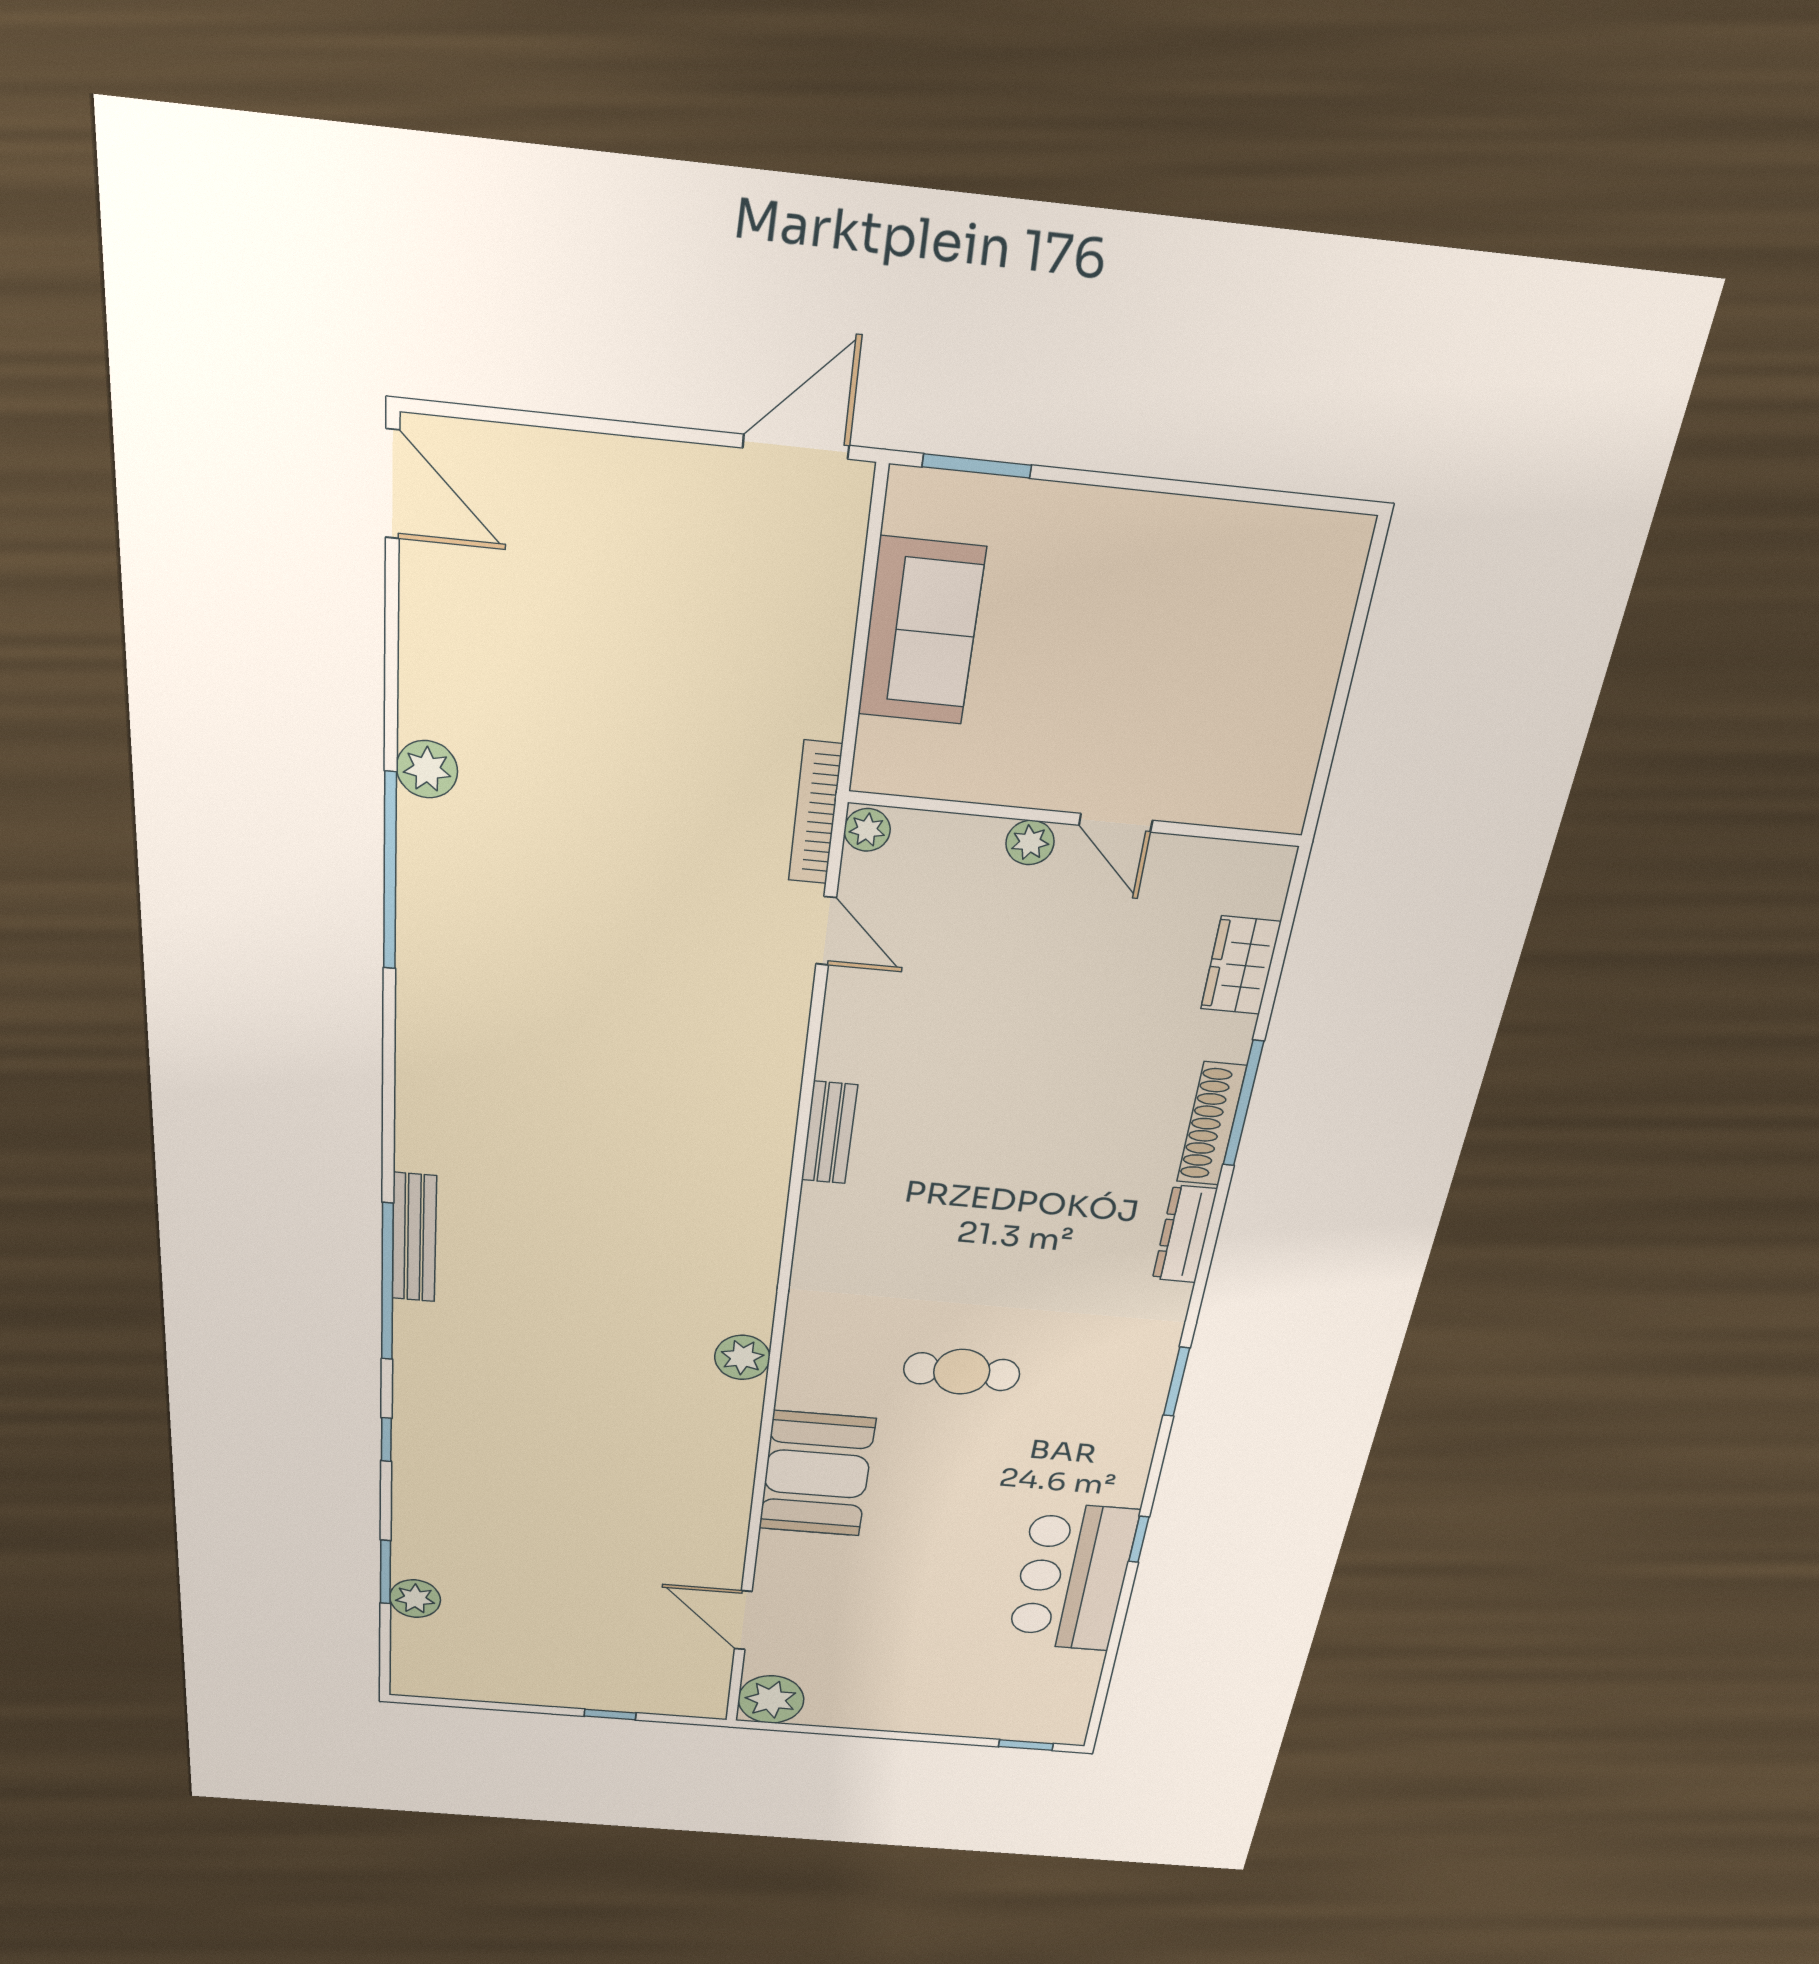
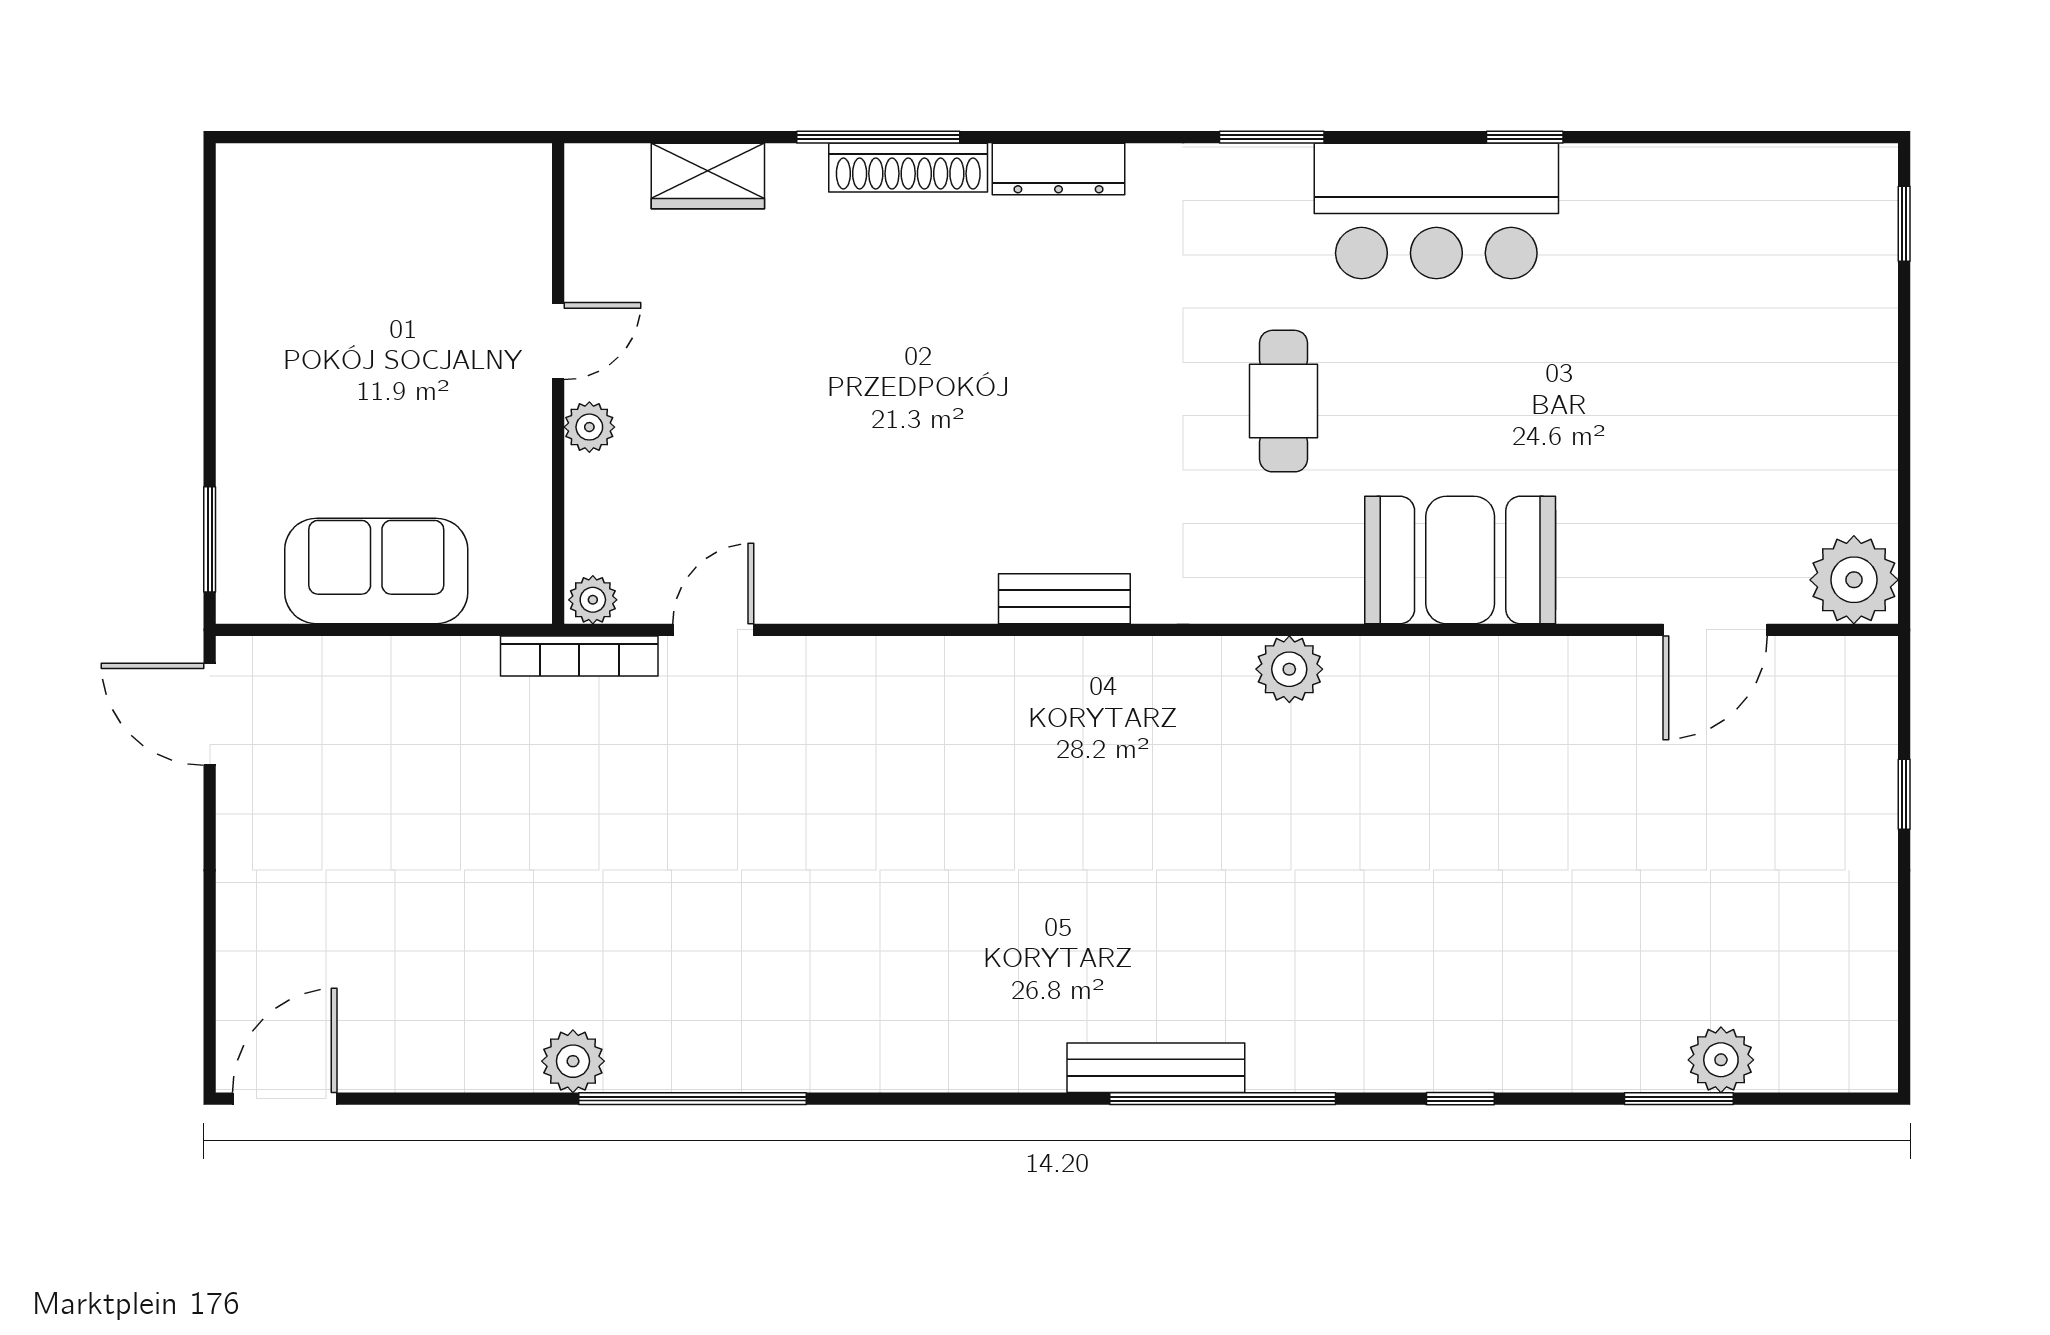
bench: (829, 1133) -> (1064, 599), moved
bar counter: (1072, 1578) -> (1436, 211), moved

